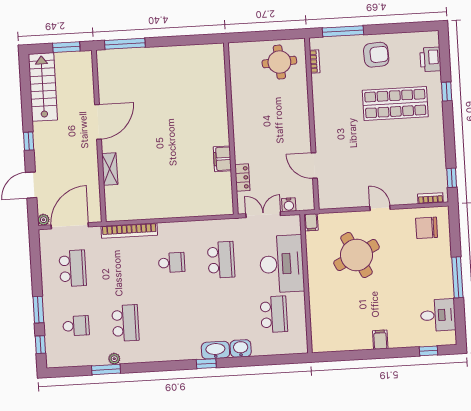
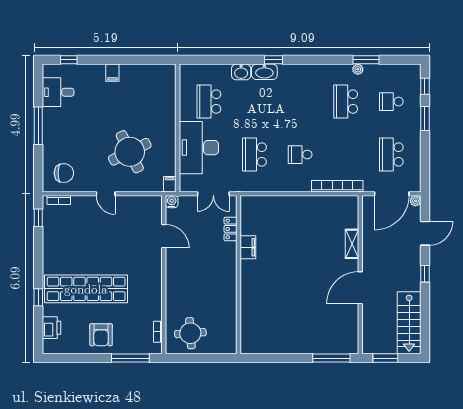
armchair: (376, 55) -> (101, 335), turned -87
shop shelf: (395, 104) -> (86, 289), width x1.40
water cooler: (289, 205) -> (172, 202), moved

